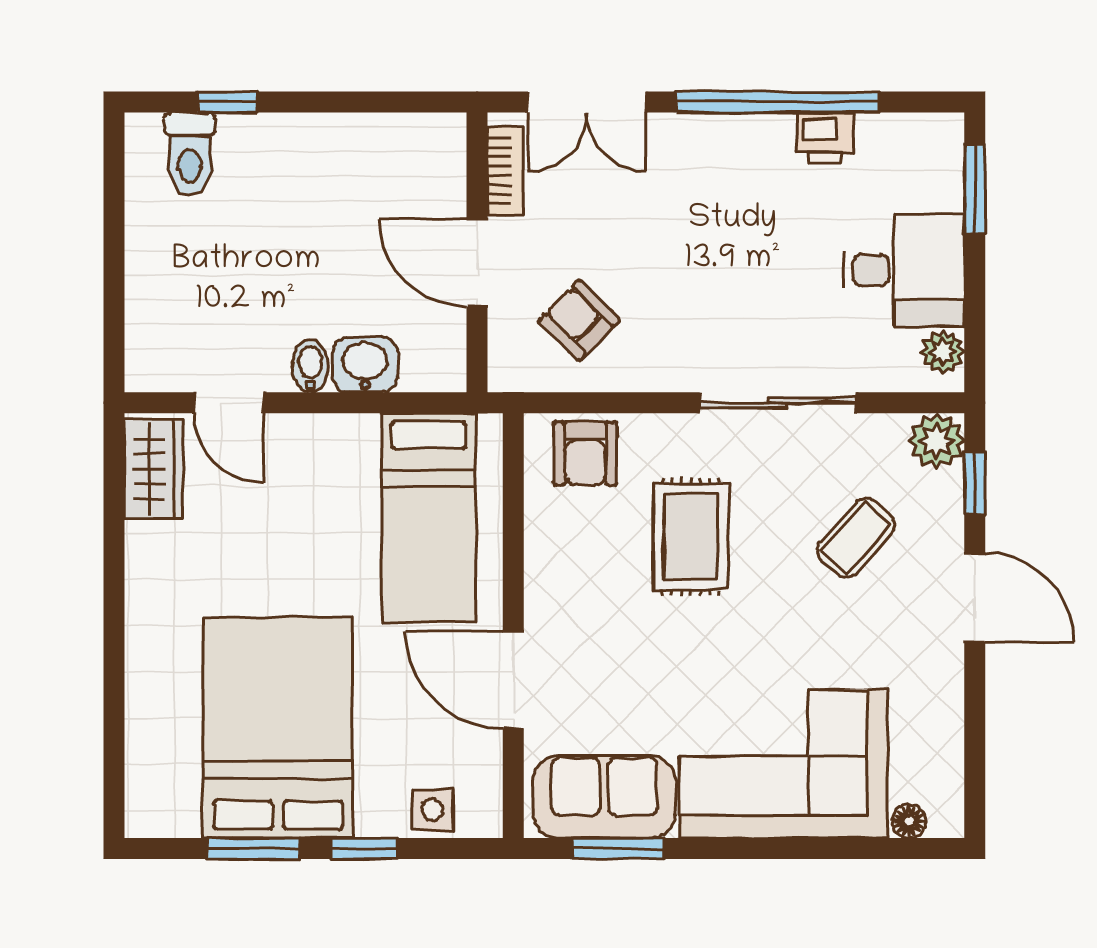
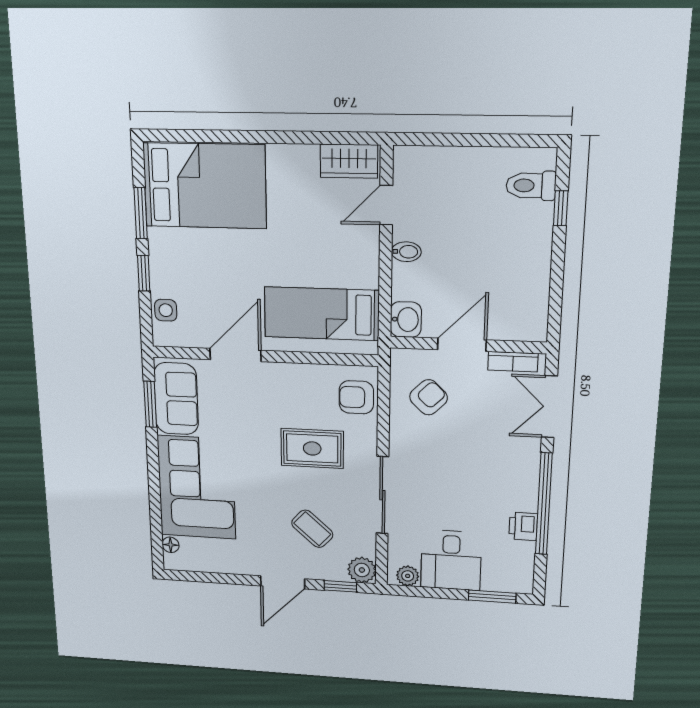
washbasin: (365, 365) -> (406, 319), moved
bed: (278, 728) -> (205, 186), moved

